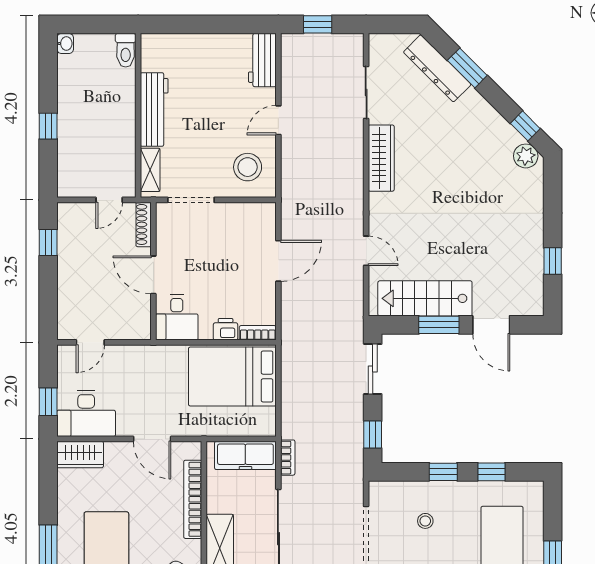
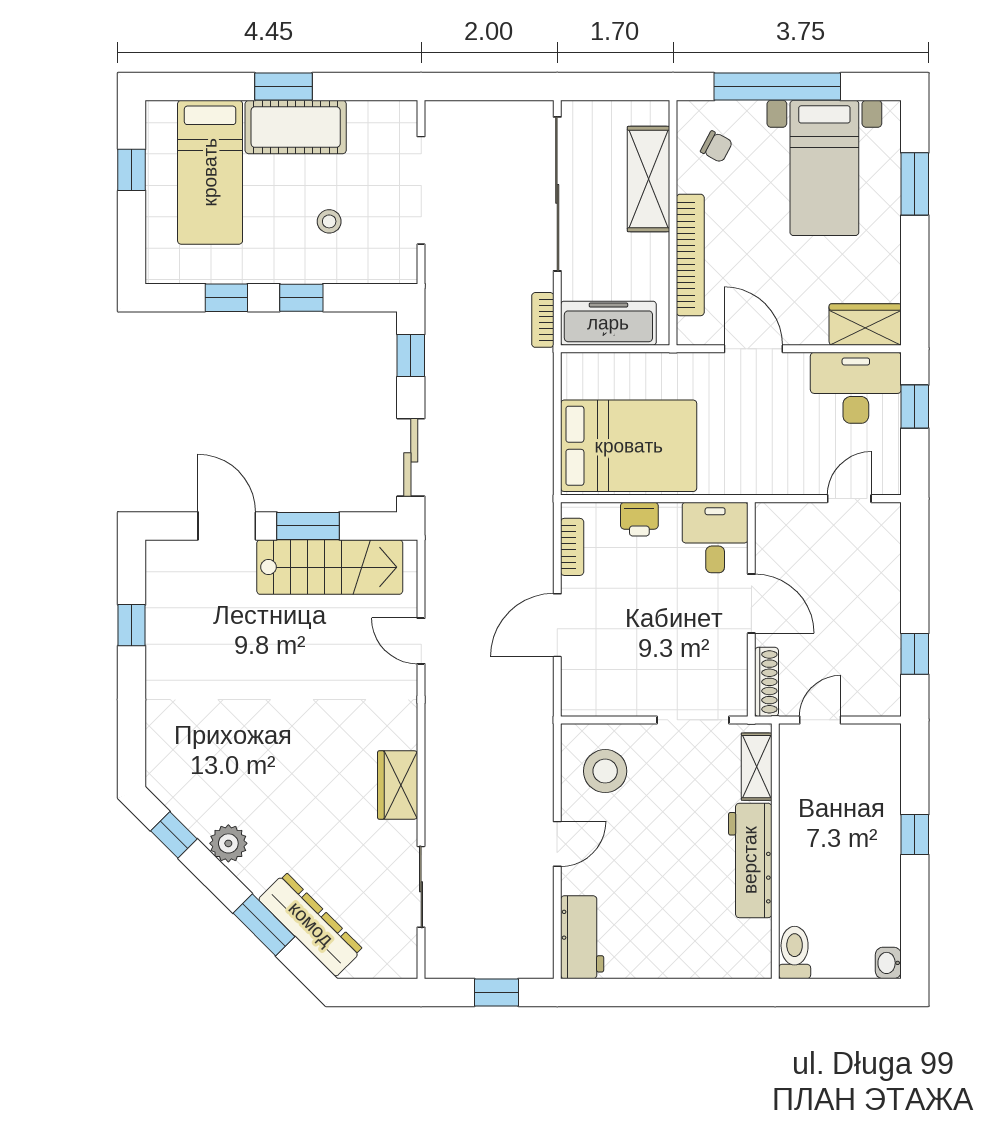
plant: (526, 156) -> (228, 843), moved
wardrobe: (381, 158) -> (398, 785), width x0.67
bookcase: (258, 333) -> (572, 547), moved, turned -90

